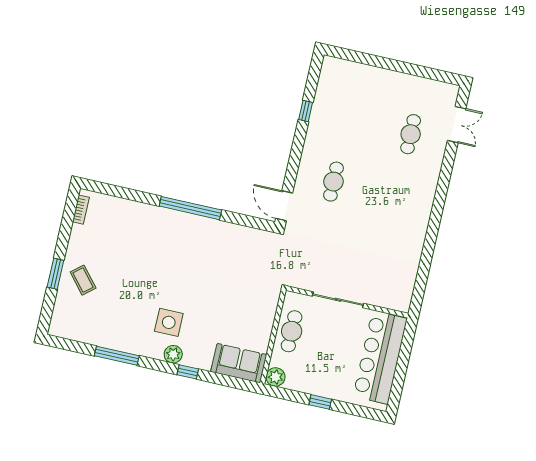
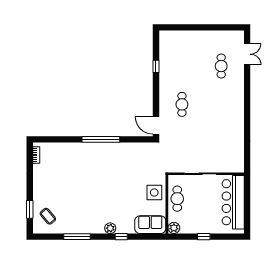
window: (55, 274) -> (30, 209), moved
coffee table: (83, 280) -> (48, 216), moved
side table: (169, 322) -> (154, 192), moved

